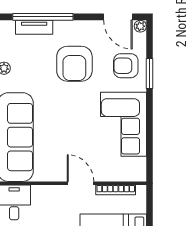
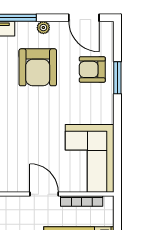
plant: (140, 26) -> (43, 28), moved
corner sofa: (123, 124) -> (90, 158), moved

